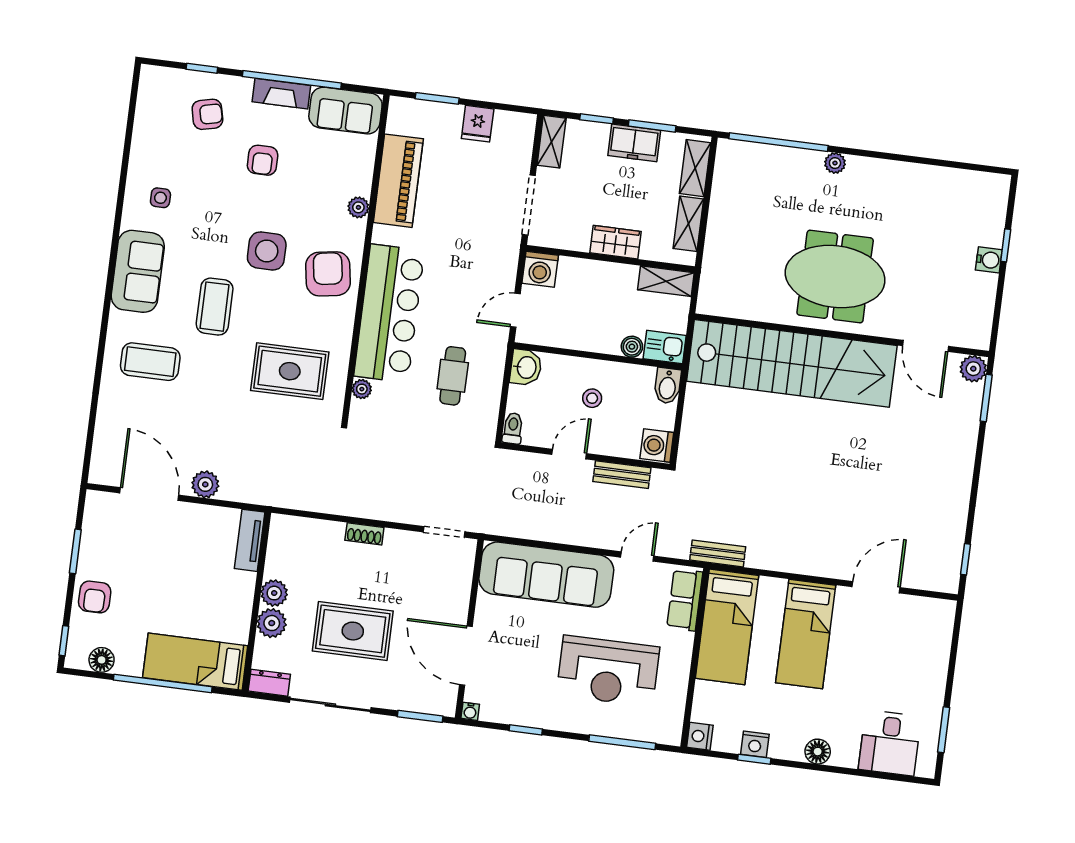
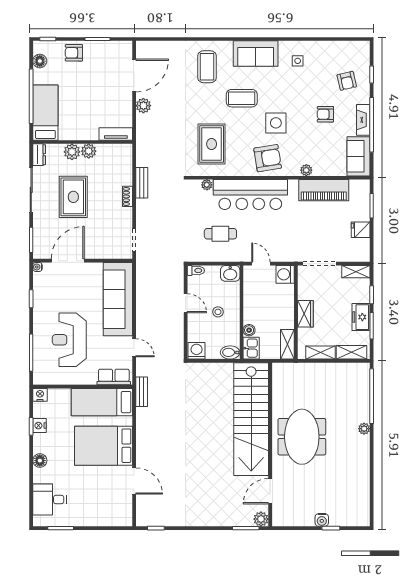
bench: (622, 475) -> (142, 183), moved
bed: (806, 634) -> (104, 446), width x1.50

